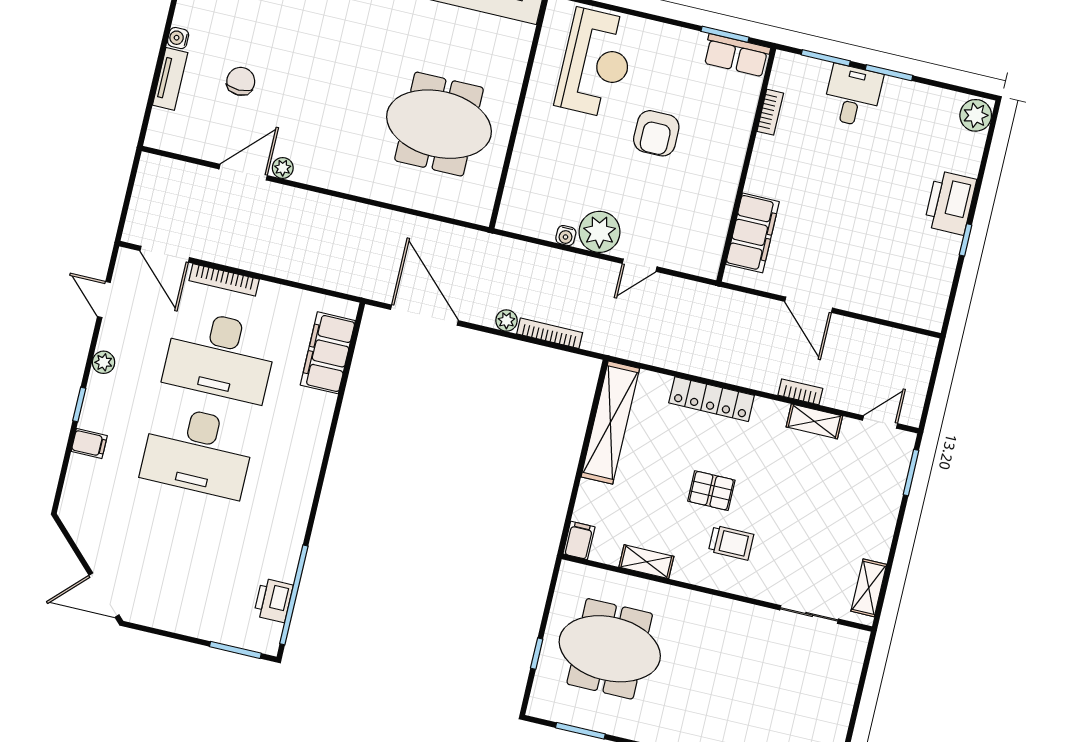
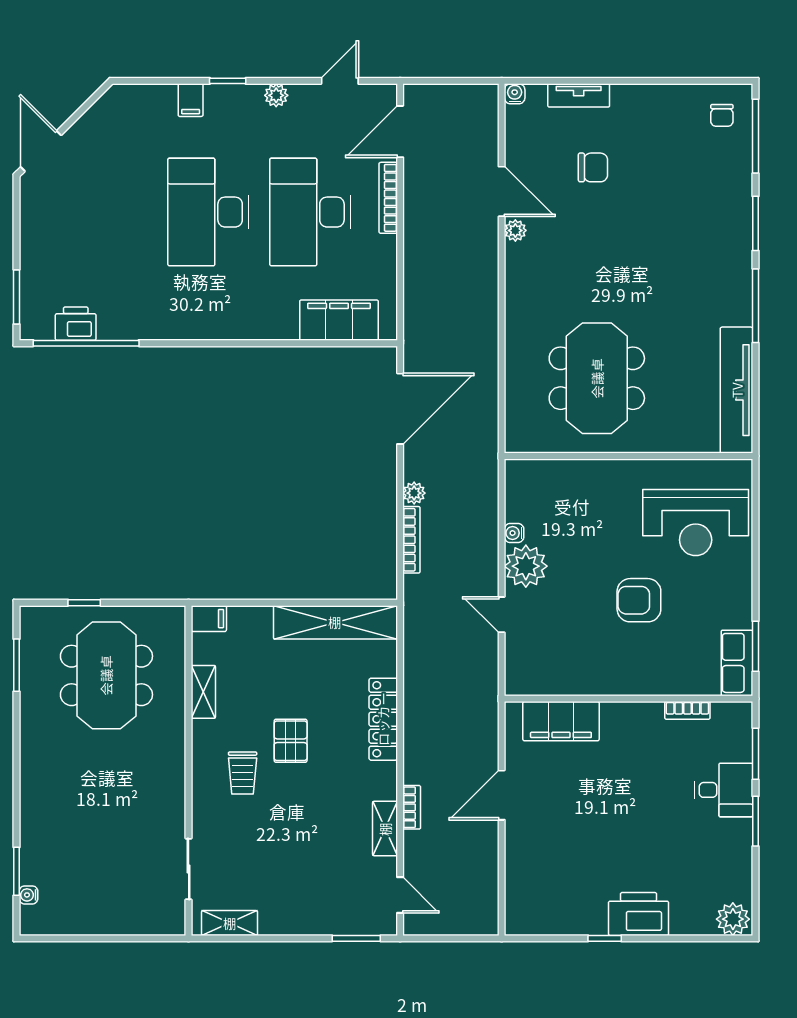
water cooler: (178, 38) -> (515, 94), moved

